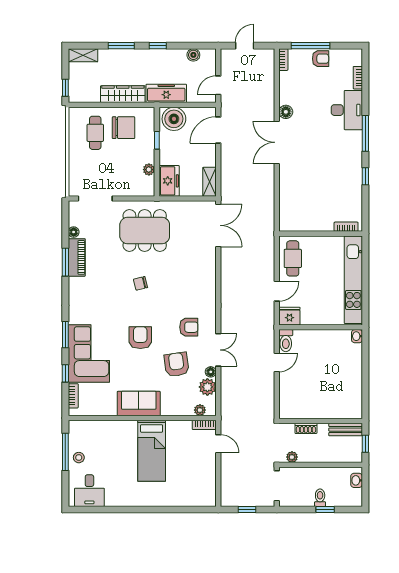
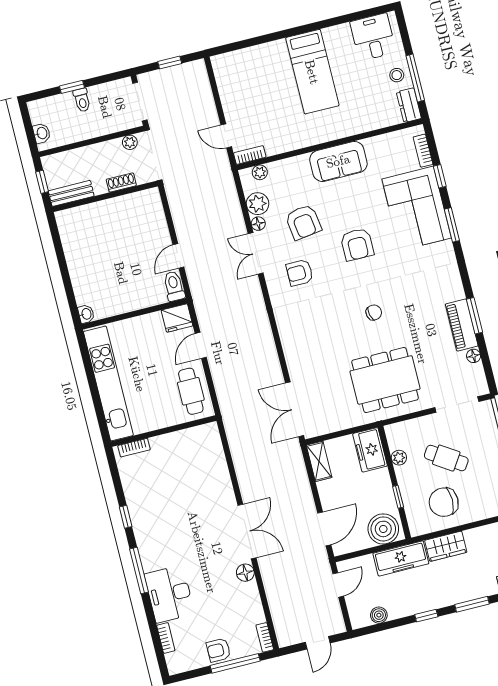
wardrobe: (123, 94) -> (446, 546), width x0.67
cafe table: (95, 133) -> (446, 458), moved, turned -57
dresser: (75, 433) -> (409, 105), added
bed: (152, 451) -> (312, 72), moved, turned 180

